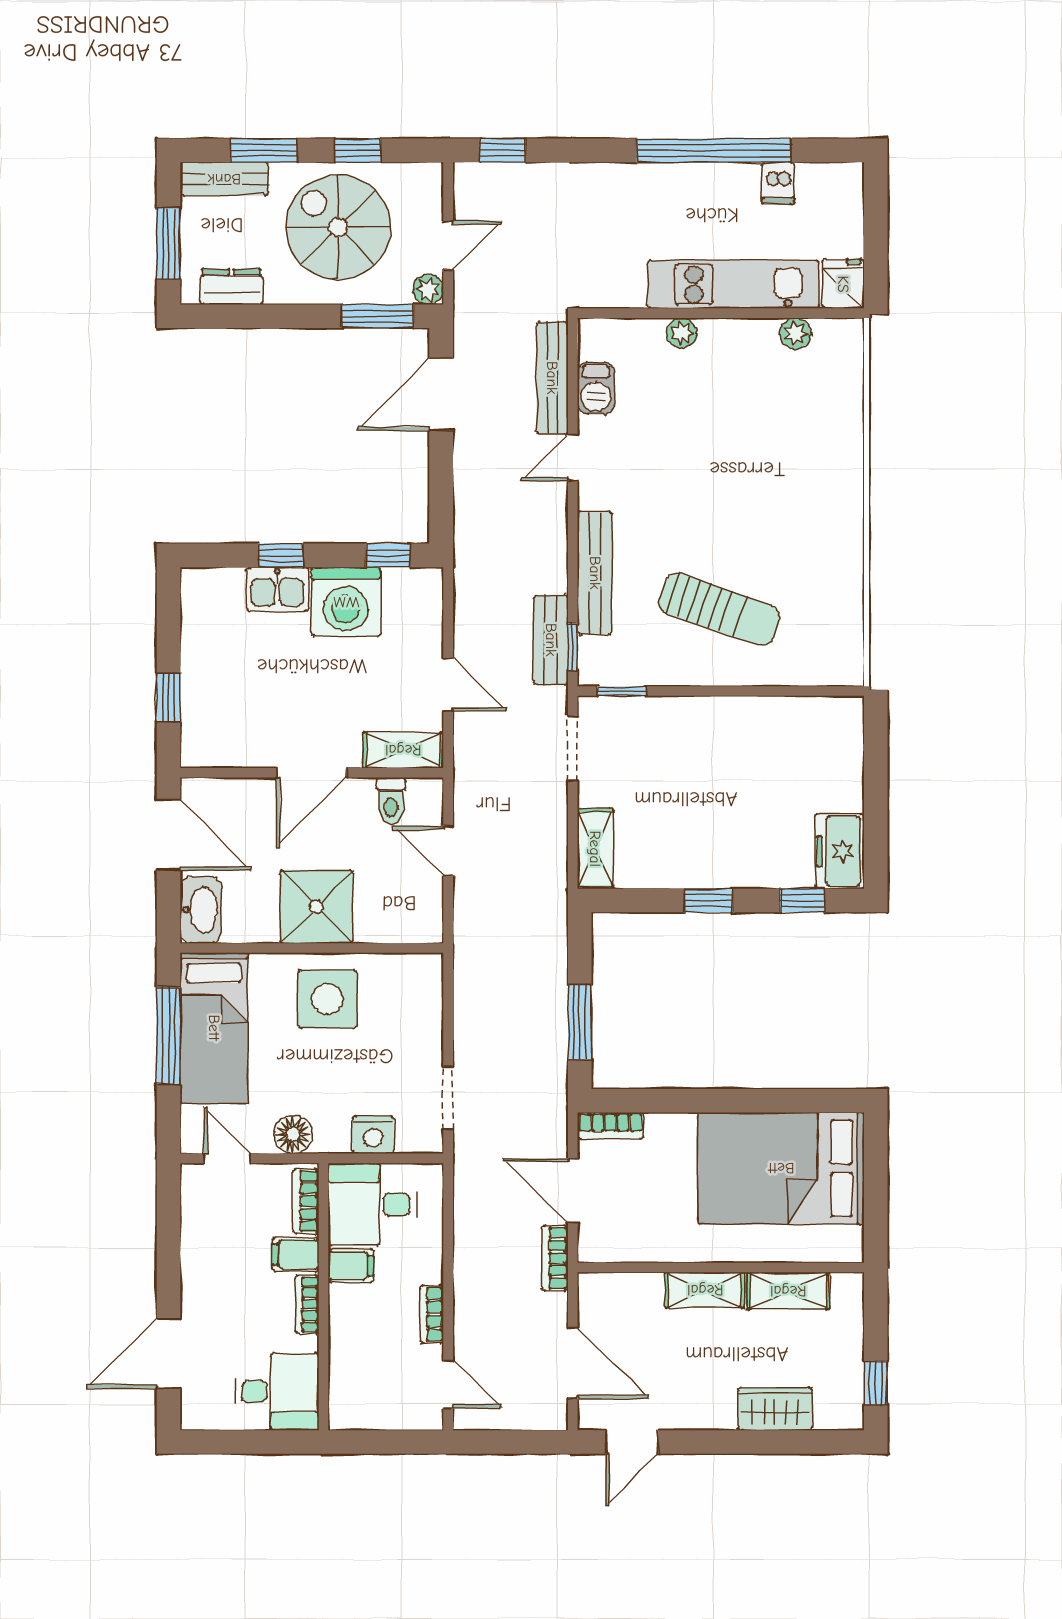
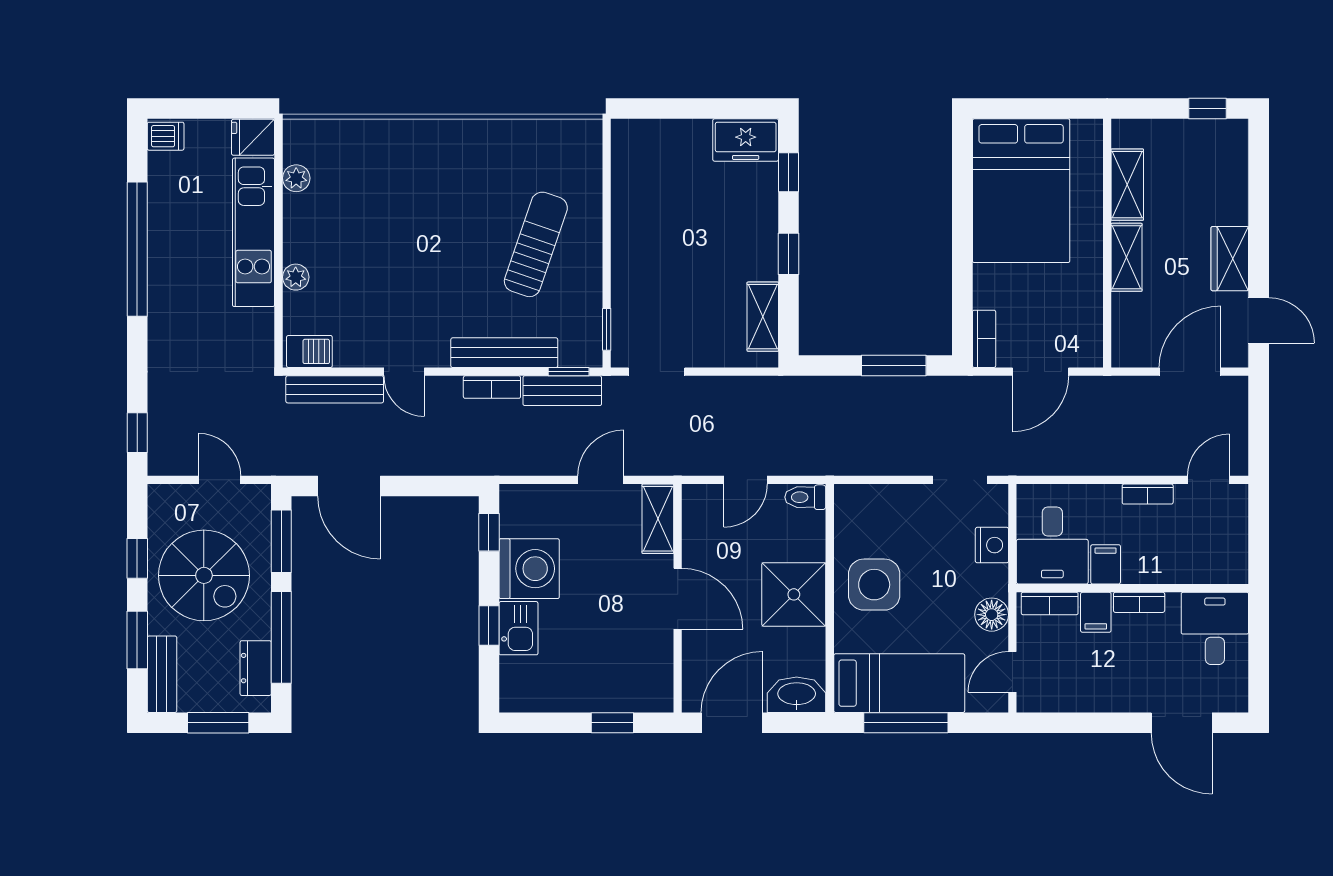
dishwasher: (778, 183) -> (166, 136), moved
spiral stairs: (338, 227) -> (204, 575), turned -90
plant: (428, 289) -> (258, 497), removed
window: (267, 316) -> (281, 637), added
barbecue: (596, 388) -> (309, 351), moved
toilet: (391, 801) -> (805, 497), moved, turned 180
shelving: (595, 849) -> (763, 317), moved, turned 90
bookcase: (555, 1258) -> (492, 387), moved
wardrobe: (775, 1409) -> (1230, 259), moved

